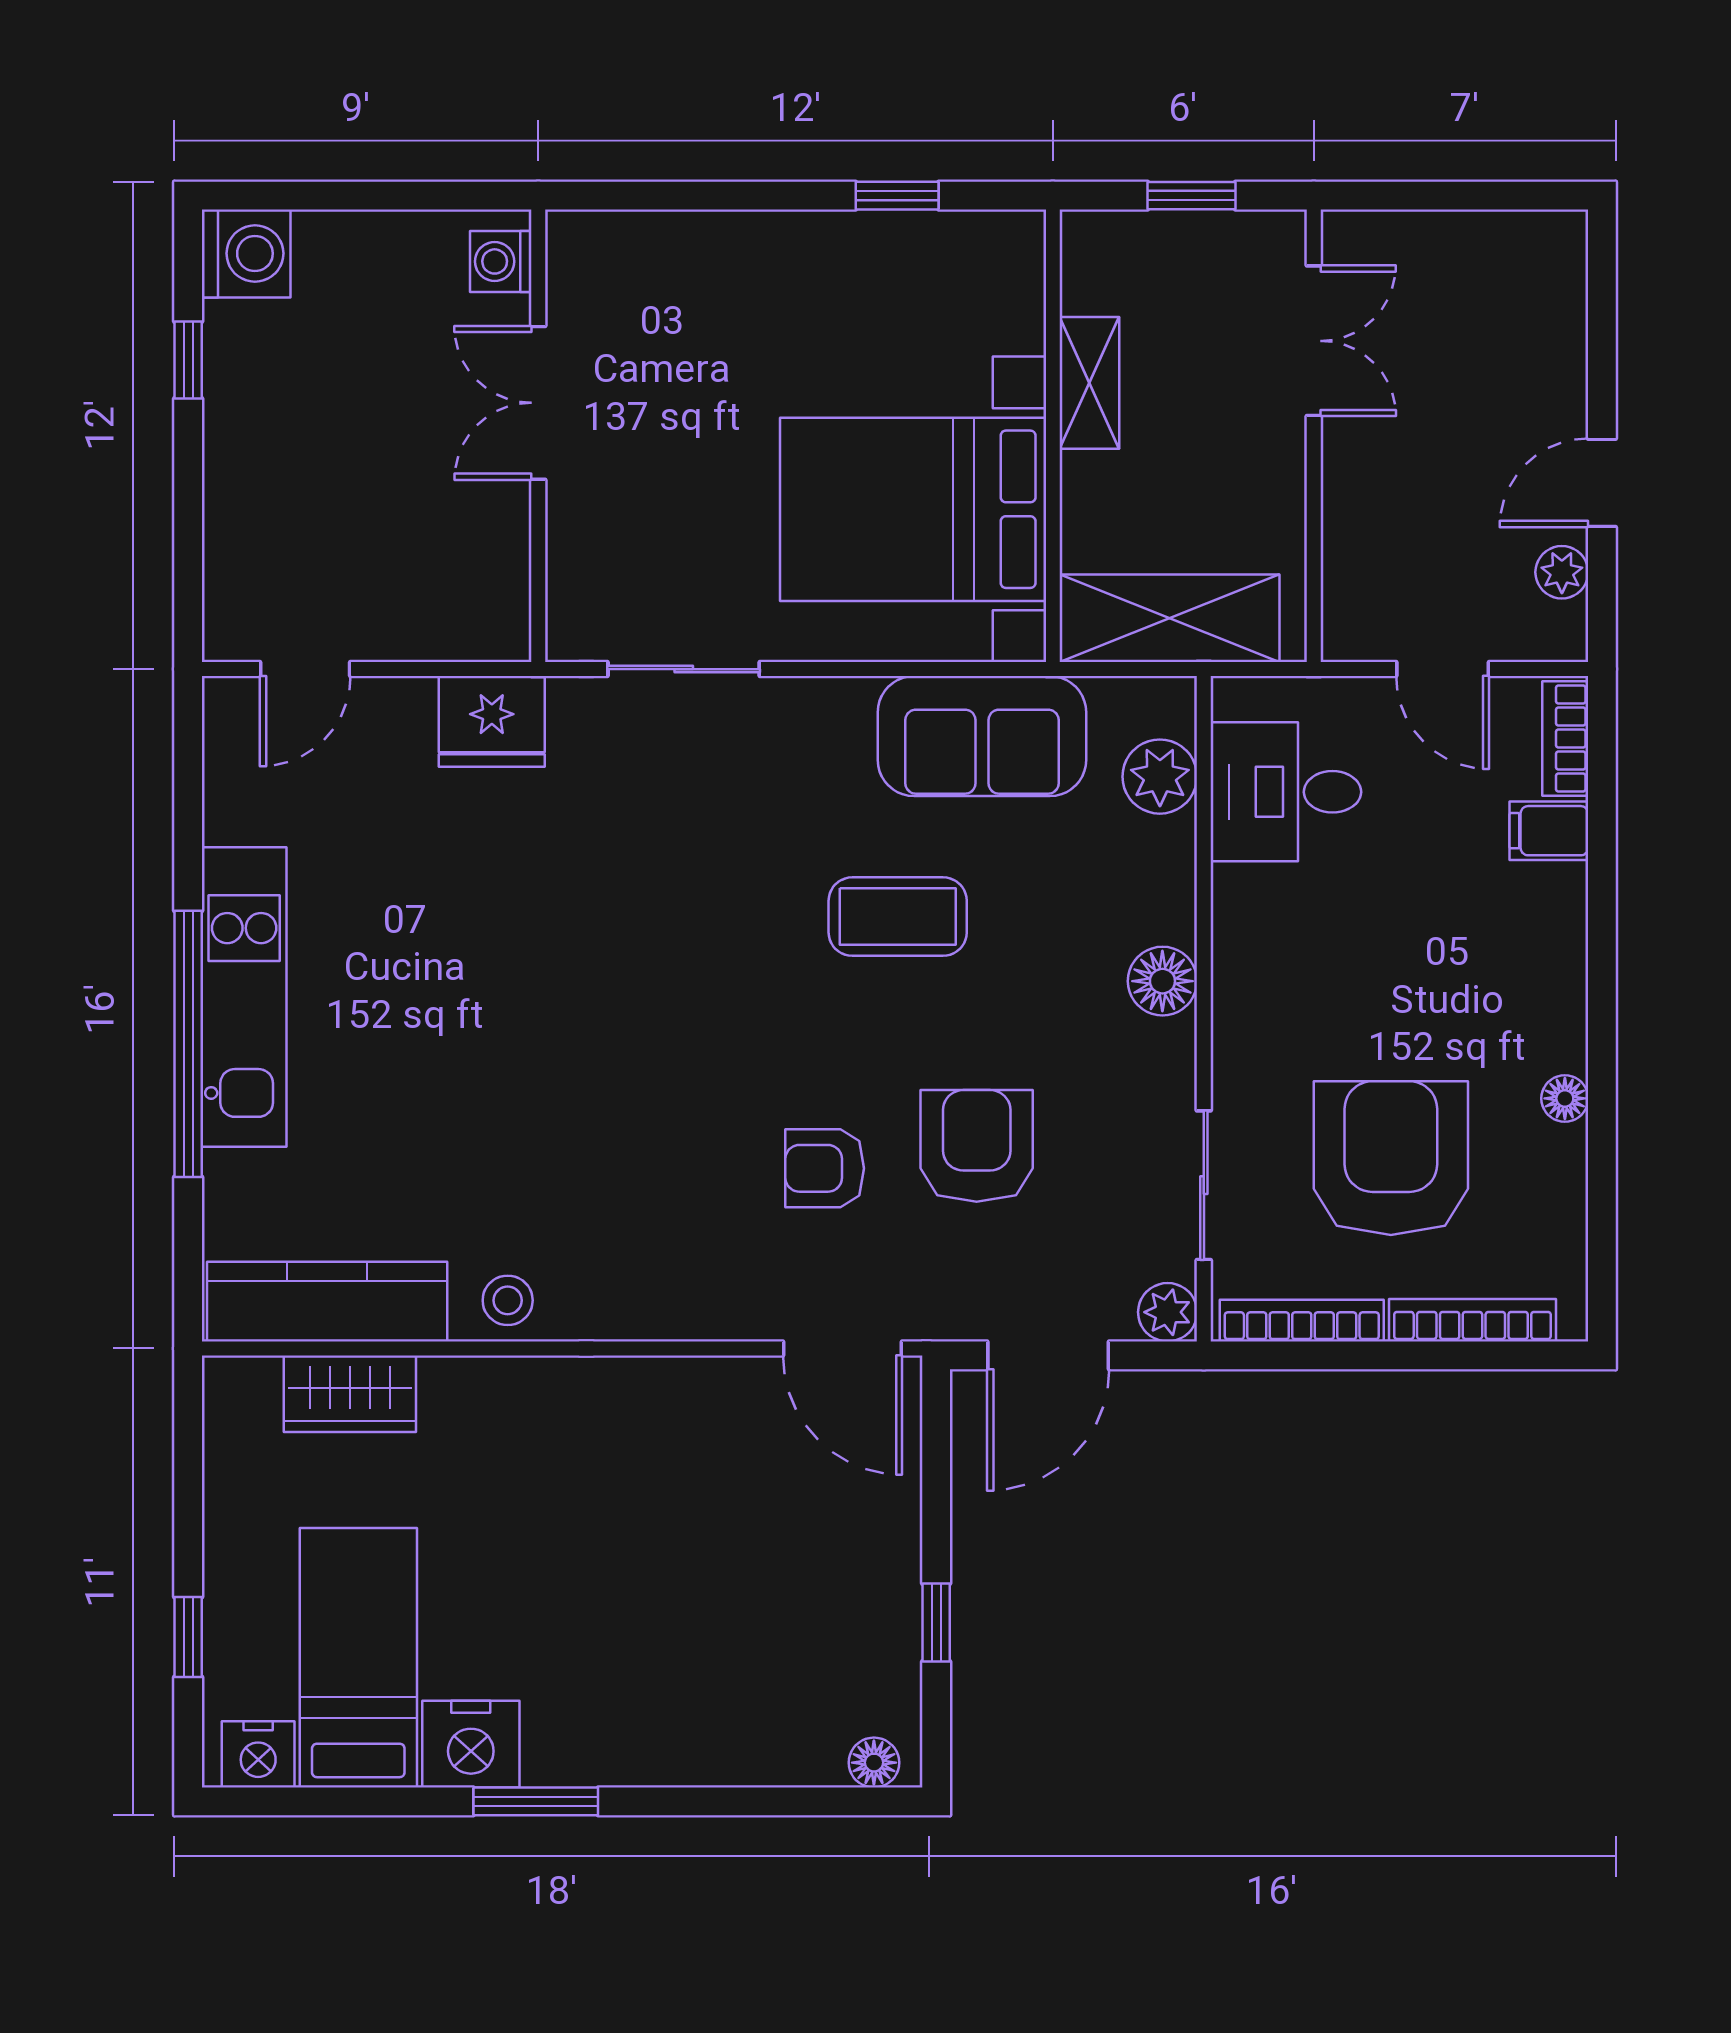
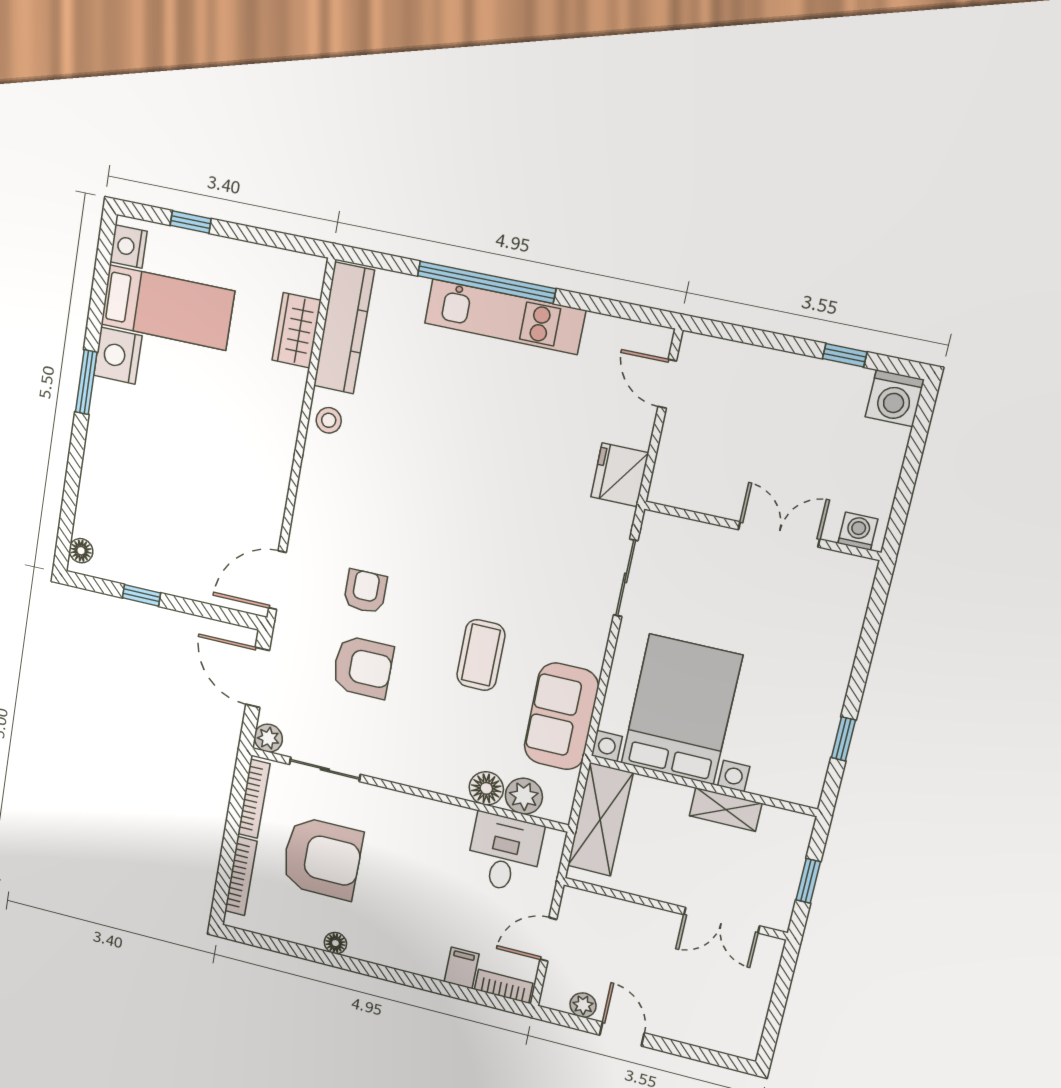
floor lamp: (1162, 981) -> (486, 788), moved

